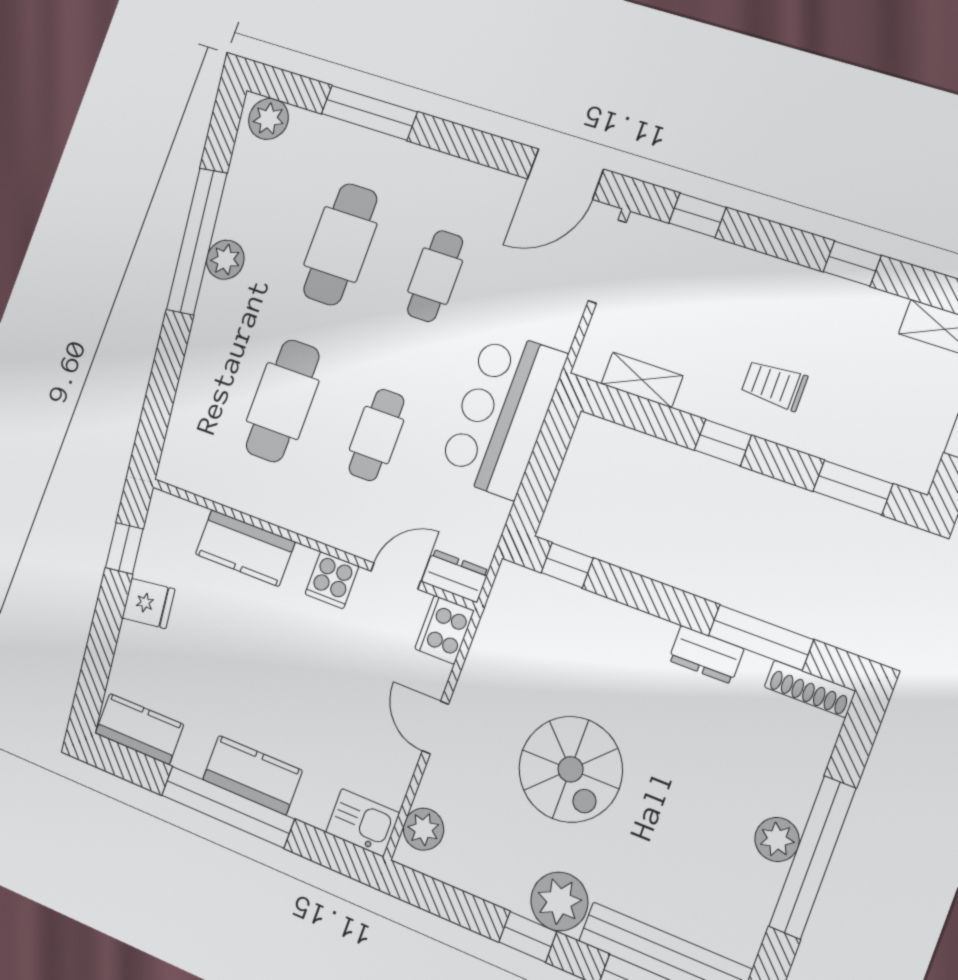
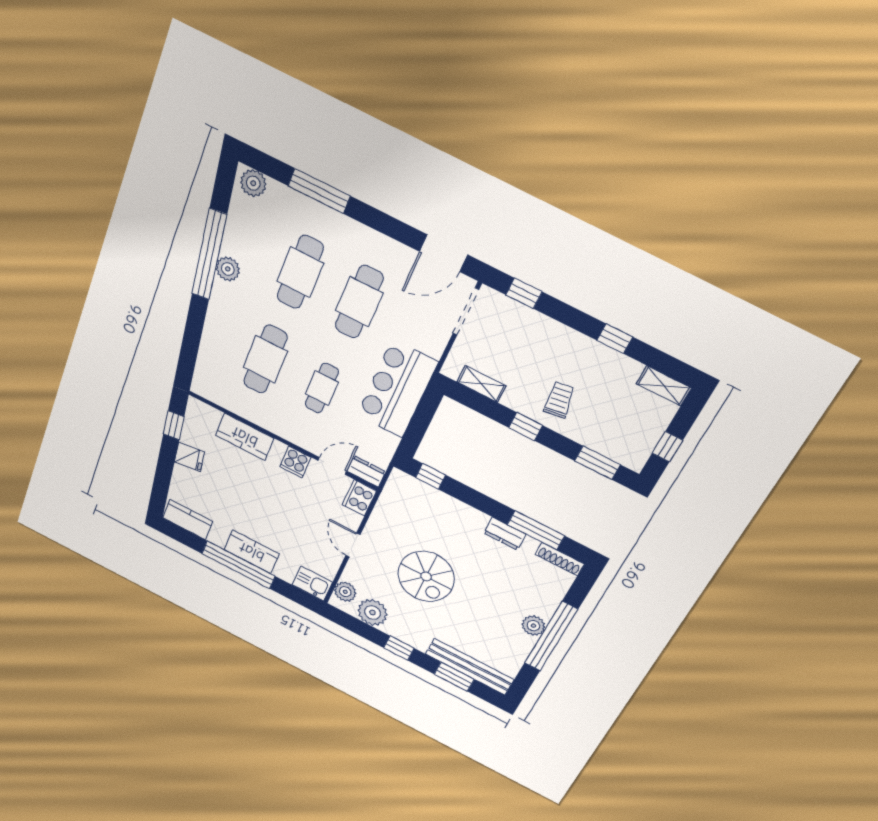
cafe table: (435, 276) -> (359, 302), width x1.37, depth x1.35
trolley: (774, 385) -> (559, 400), turned 81
plant: (559, 901) -> (372, 613), moved

